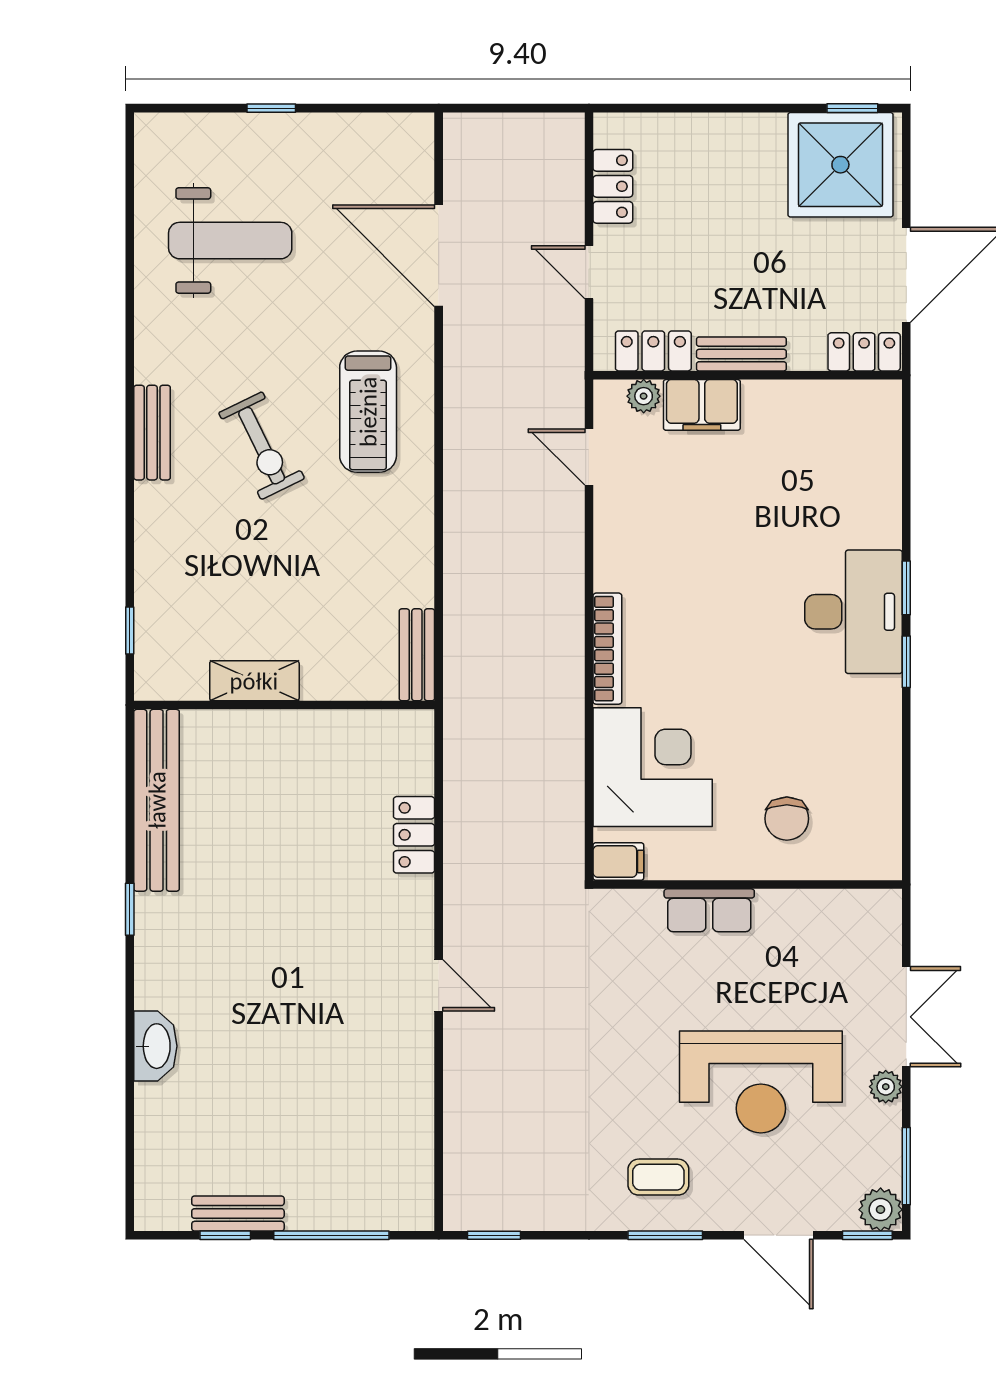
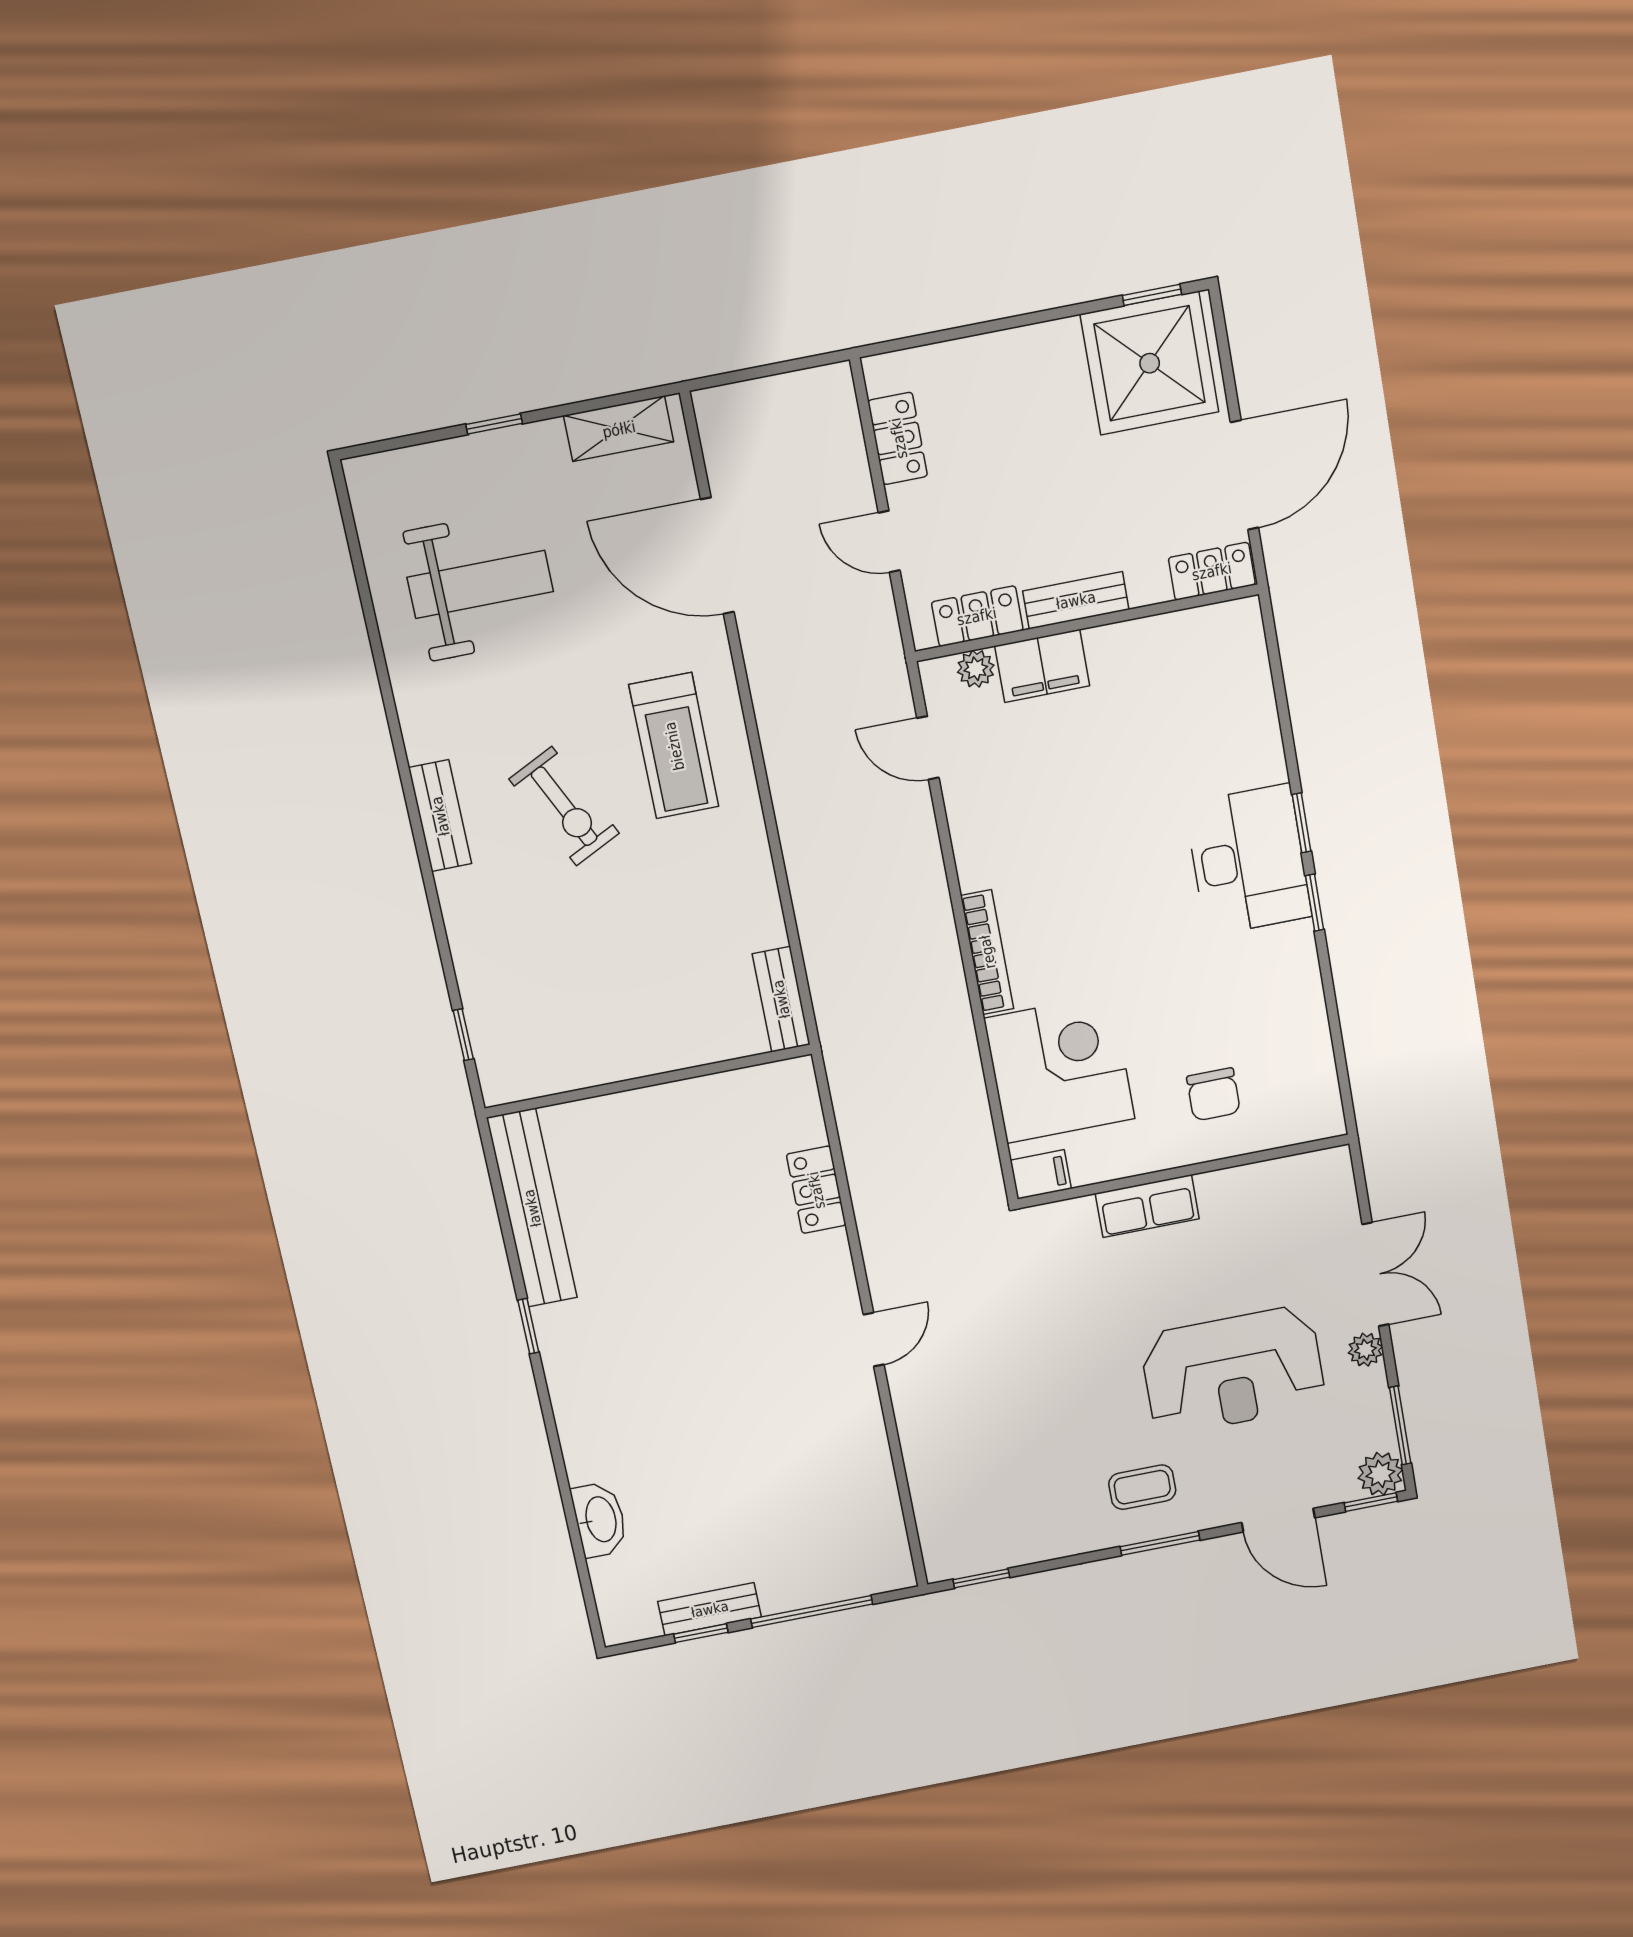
shelving: (254, 681) -> (619, 429), moved
door: (439, 985) -> (874, 1340), hinge flipped
washbasin: (155, 1046) -> (600, 1520), moved

